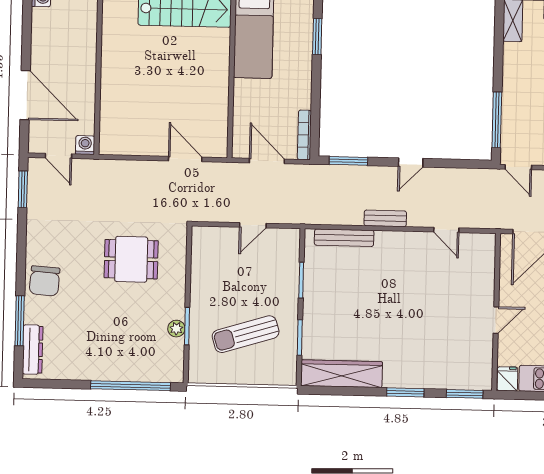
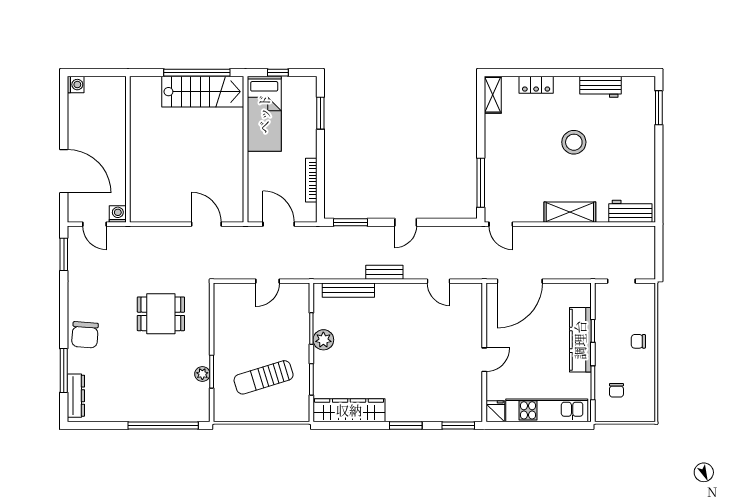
bookcase: (304, 135) -> (311, 180), moved
plant: (314, 293) -> (323, 340), added

